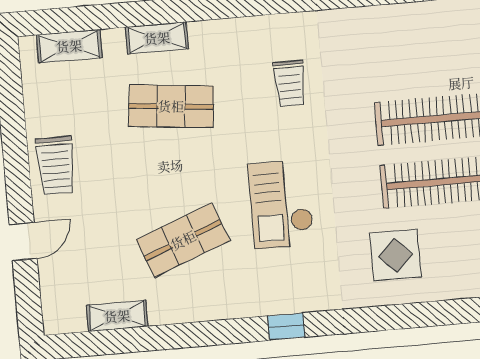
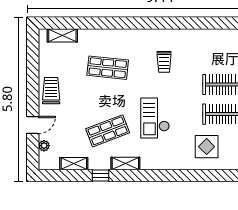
shelving: (157, 38) -> (125, 163), moved
trolley: (56, 165) -> (51, 91), turned 180
plant: (51, 283) -> (44, 146), added
window: (286, 327) -> (101, 176), moved

